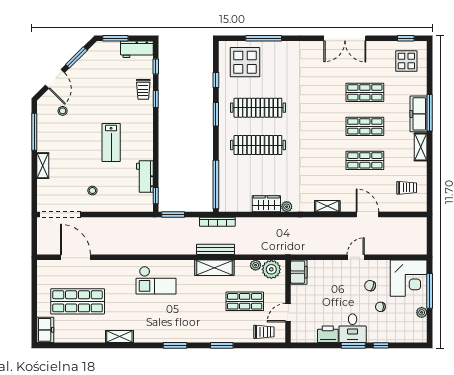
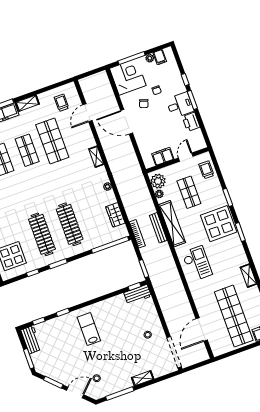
trolley: (143, 89) -> (59, 324), removed
lab bench: (111, 142) -> (89, 329), moved, turned -90
shop shelf: (365, 160) -> (52, 141), width x1.43, depth x1.36
workbench: (145, 176) -> (138, 294), moved
wardrobe: (266, 204) -> (115, 215), moved
door: (367, 215) -> (87, 113), moved
door: (356, 257) -> (127, 122), width x1.87
shelving: (214, 268) -> (172, 224), width x1.47
filing cabinet: (299, 272) -> (163, 156), moved
shop shelf: (78, 301) -> (234, 316), width x1.40
door: (288, 313) -> (186, 157), swing flipped
display table: (194, 323) -> (219, 224), added
filing cabinet: (419, 325) -> (160, 57), added

